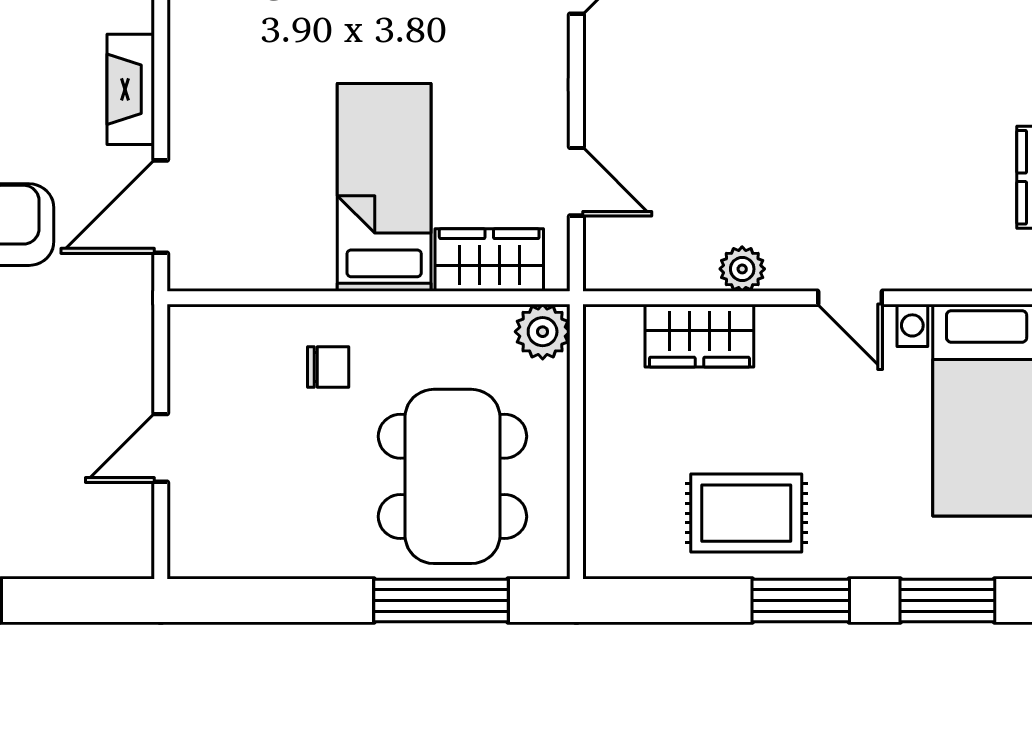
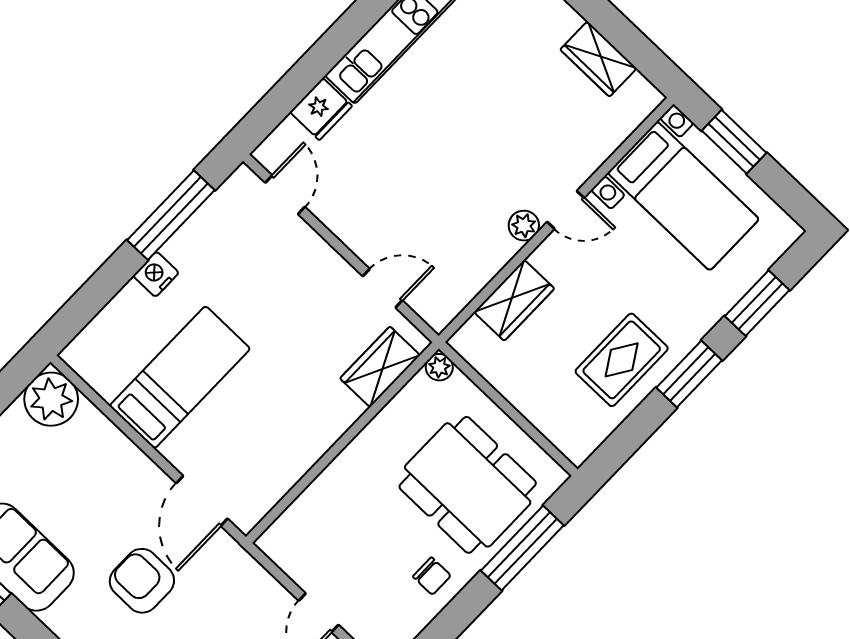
fireplace: (131, 89) -> (131, 461), removed
bed: (384, 187) -> (180, 377), moved, turned 90
plant: (742, 269) -> (524, 226), moved
plant: (543, 332) -> (439, 367), width x0.73, depth x0.73
chair: (328, 367) -> (432, 576), moved, turned 90

